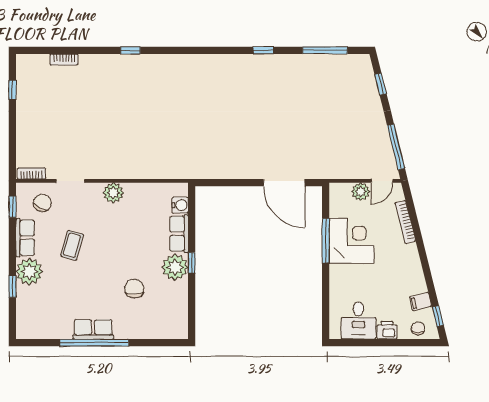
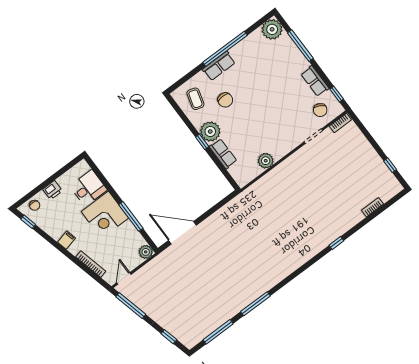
window: (263, 50) -> (255, 304), width x2.17
plant: (361, 192) -> (146, 252), moved
plant: (113, 193) -> (266, 161), moved
water cooler: (180, 205) -> (235, 172), removed
corner desk: (352, 241) -> (105, 215), moved
coffee table: (72, 245) -> (195, 99), moved
plant: (29, 272) -> (272, 29), moved
window: (12, 286) -> (300, 46), width x2.17
filing cabinet: (420, 302) -> (67, 240), moved
desk: (358, 320) -> (88, 188), moved, turned 90
row of seats: (93, 329) -> (219, 66), moved

